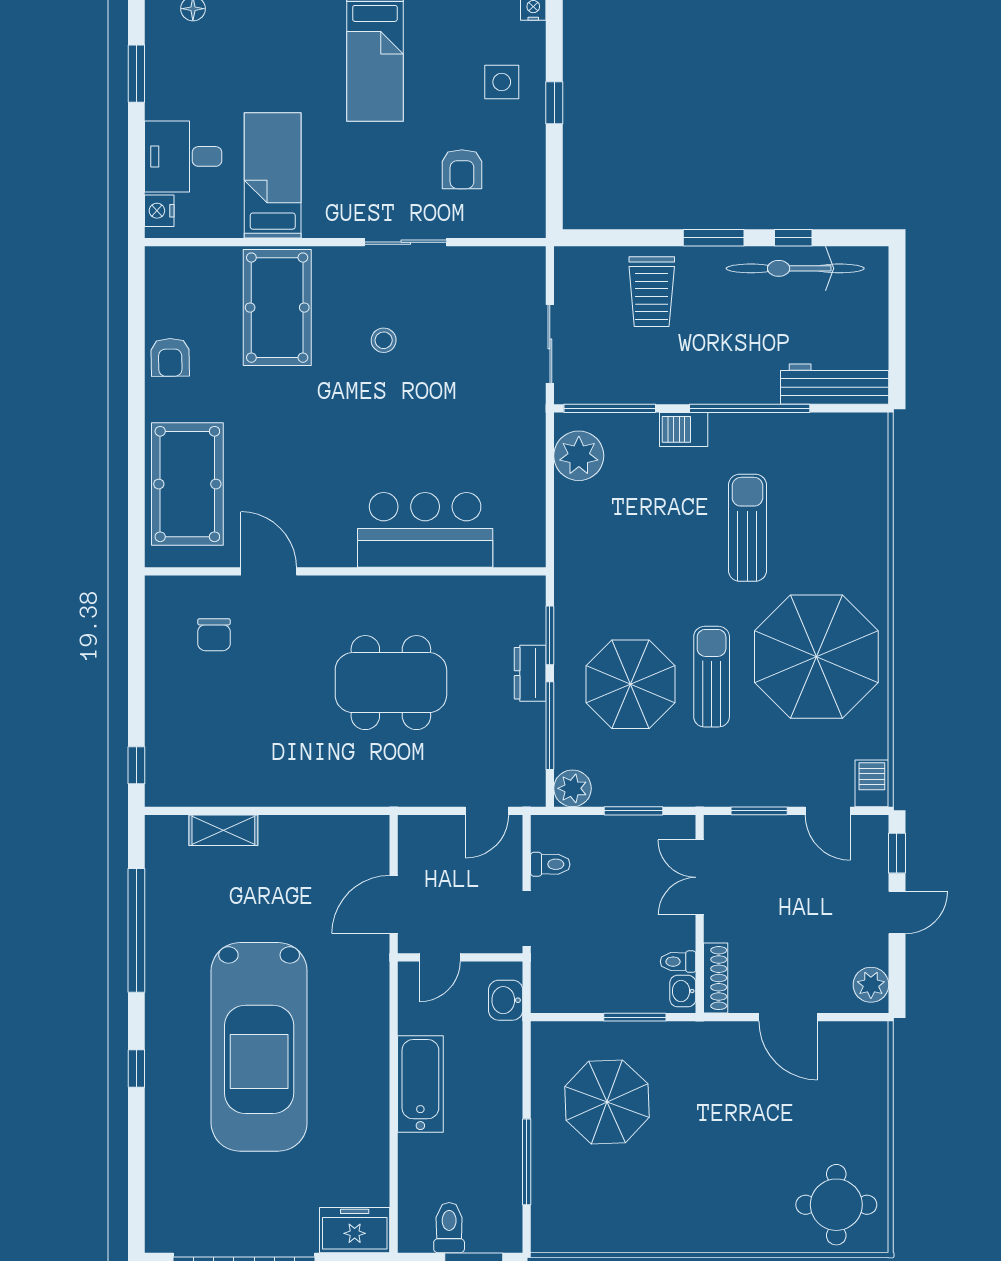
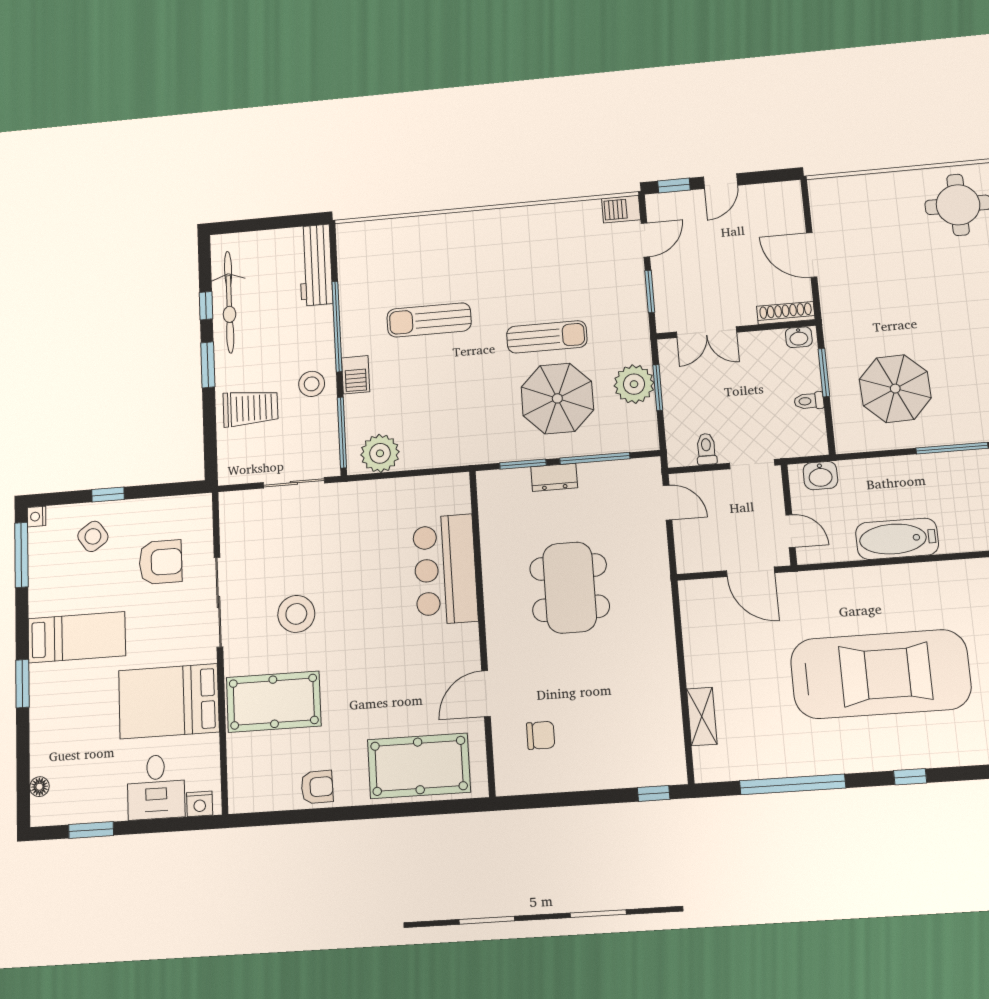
side table: (502, 82) -> (93, 536), turned -34
armchair: (462, 169) -> (161, 562), width x1.38, depth x1.38
bed: (273, 175) -> (169, 701), width x1.50
sliding door: (406, 242) -> (218, 602), width x1.37
stool: (384, 340) -> (296, 614), width x1.89, depth x1.89
stool: (677, 372) -> (312, 384), added
parasol: (816, 657) -> (526, 259), removed
sun lounger: (712, 677) -> (547, 337), turned 180
plant: (572, 788) -> (634, 384), moved, width x1.36, depth x1.36
door: (897, 913) -> (720, 181), swing flipped
toilet: (678, 962) -> (809, 401), moved, turned 90
plant: (871, 985) -> (779, 195), removed
door: (788, 1017) -> (812, 255), swing flipped

